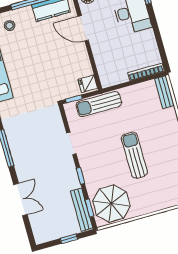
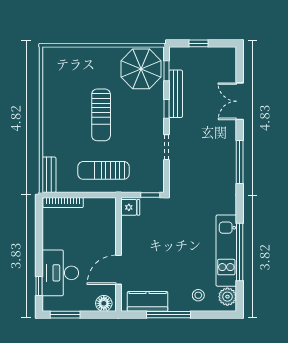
door: (83, 28) -> (118, 270), swing flipped
sun lounger: (99, 104) -> (104, 170), moved, turned 180
bench: (82, 210) -> (176, 94), moved

